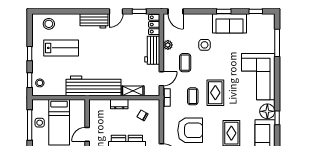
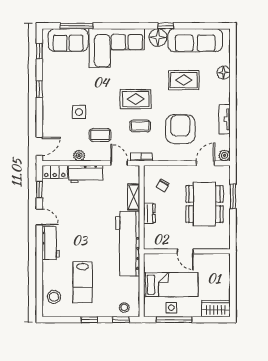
sofa: (230, 23) -> (68, 40), moved, turned 90
lab bench: (61, 48) -> (83, 282), turned 180

